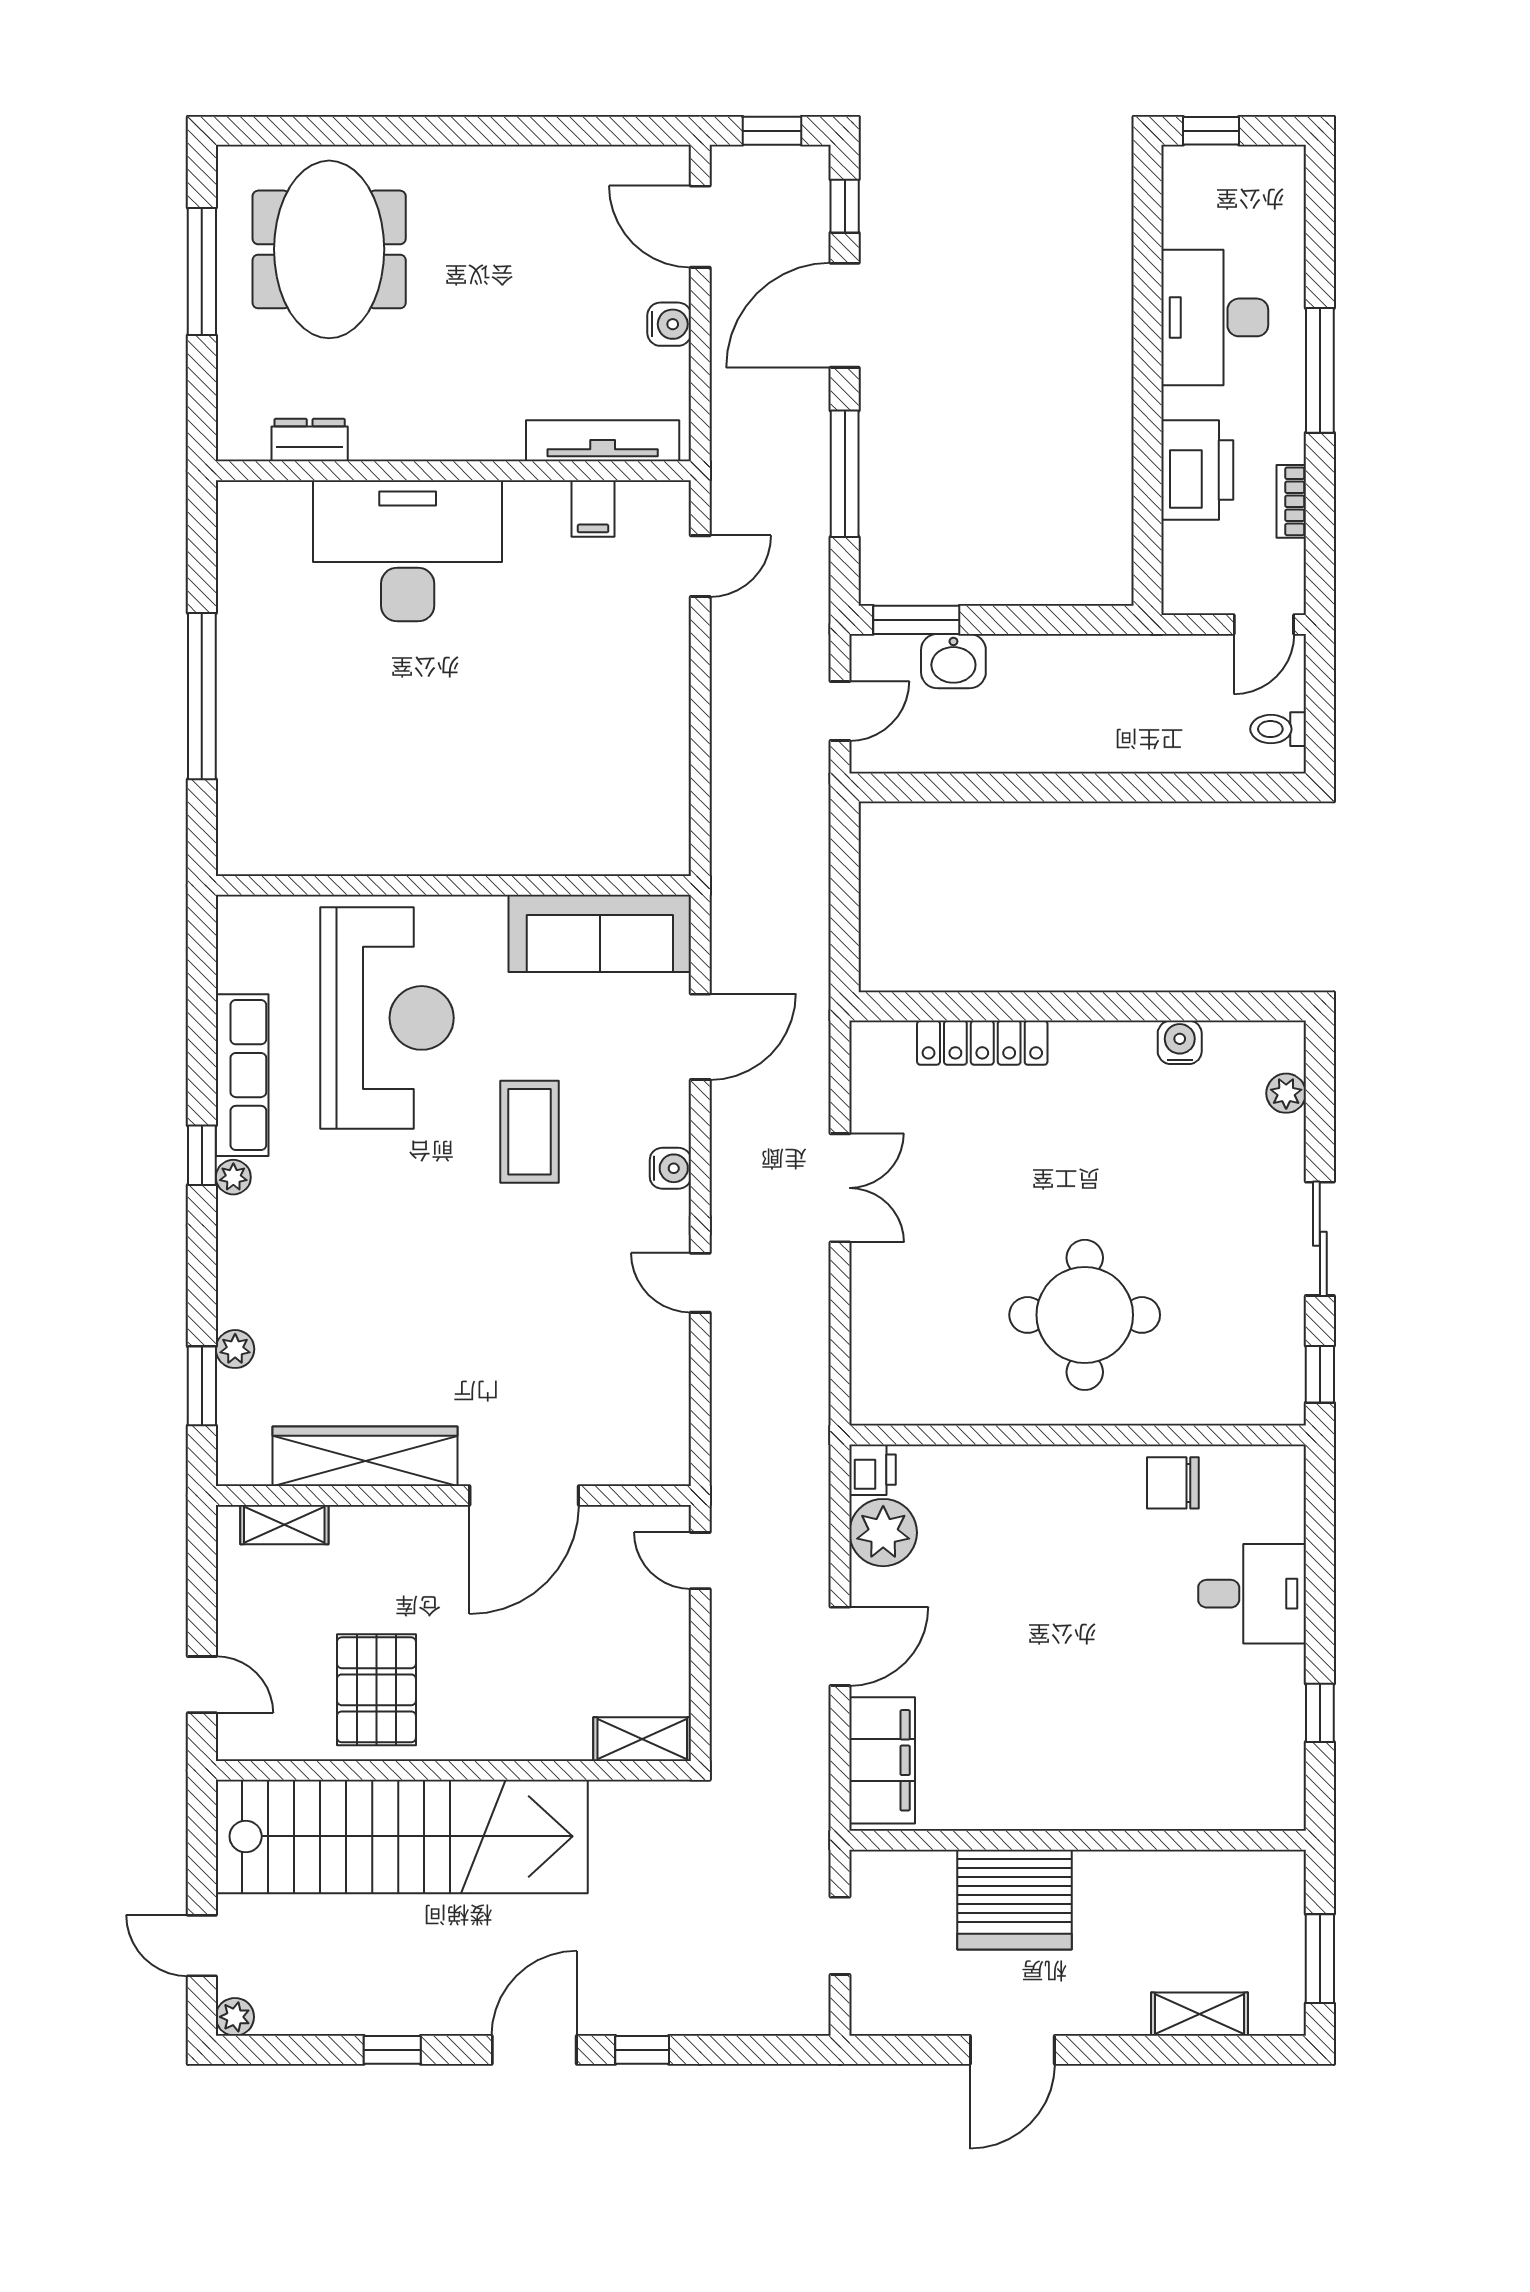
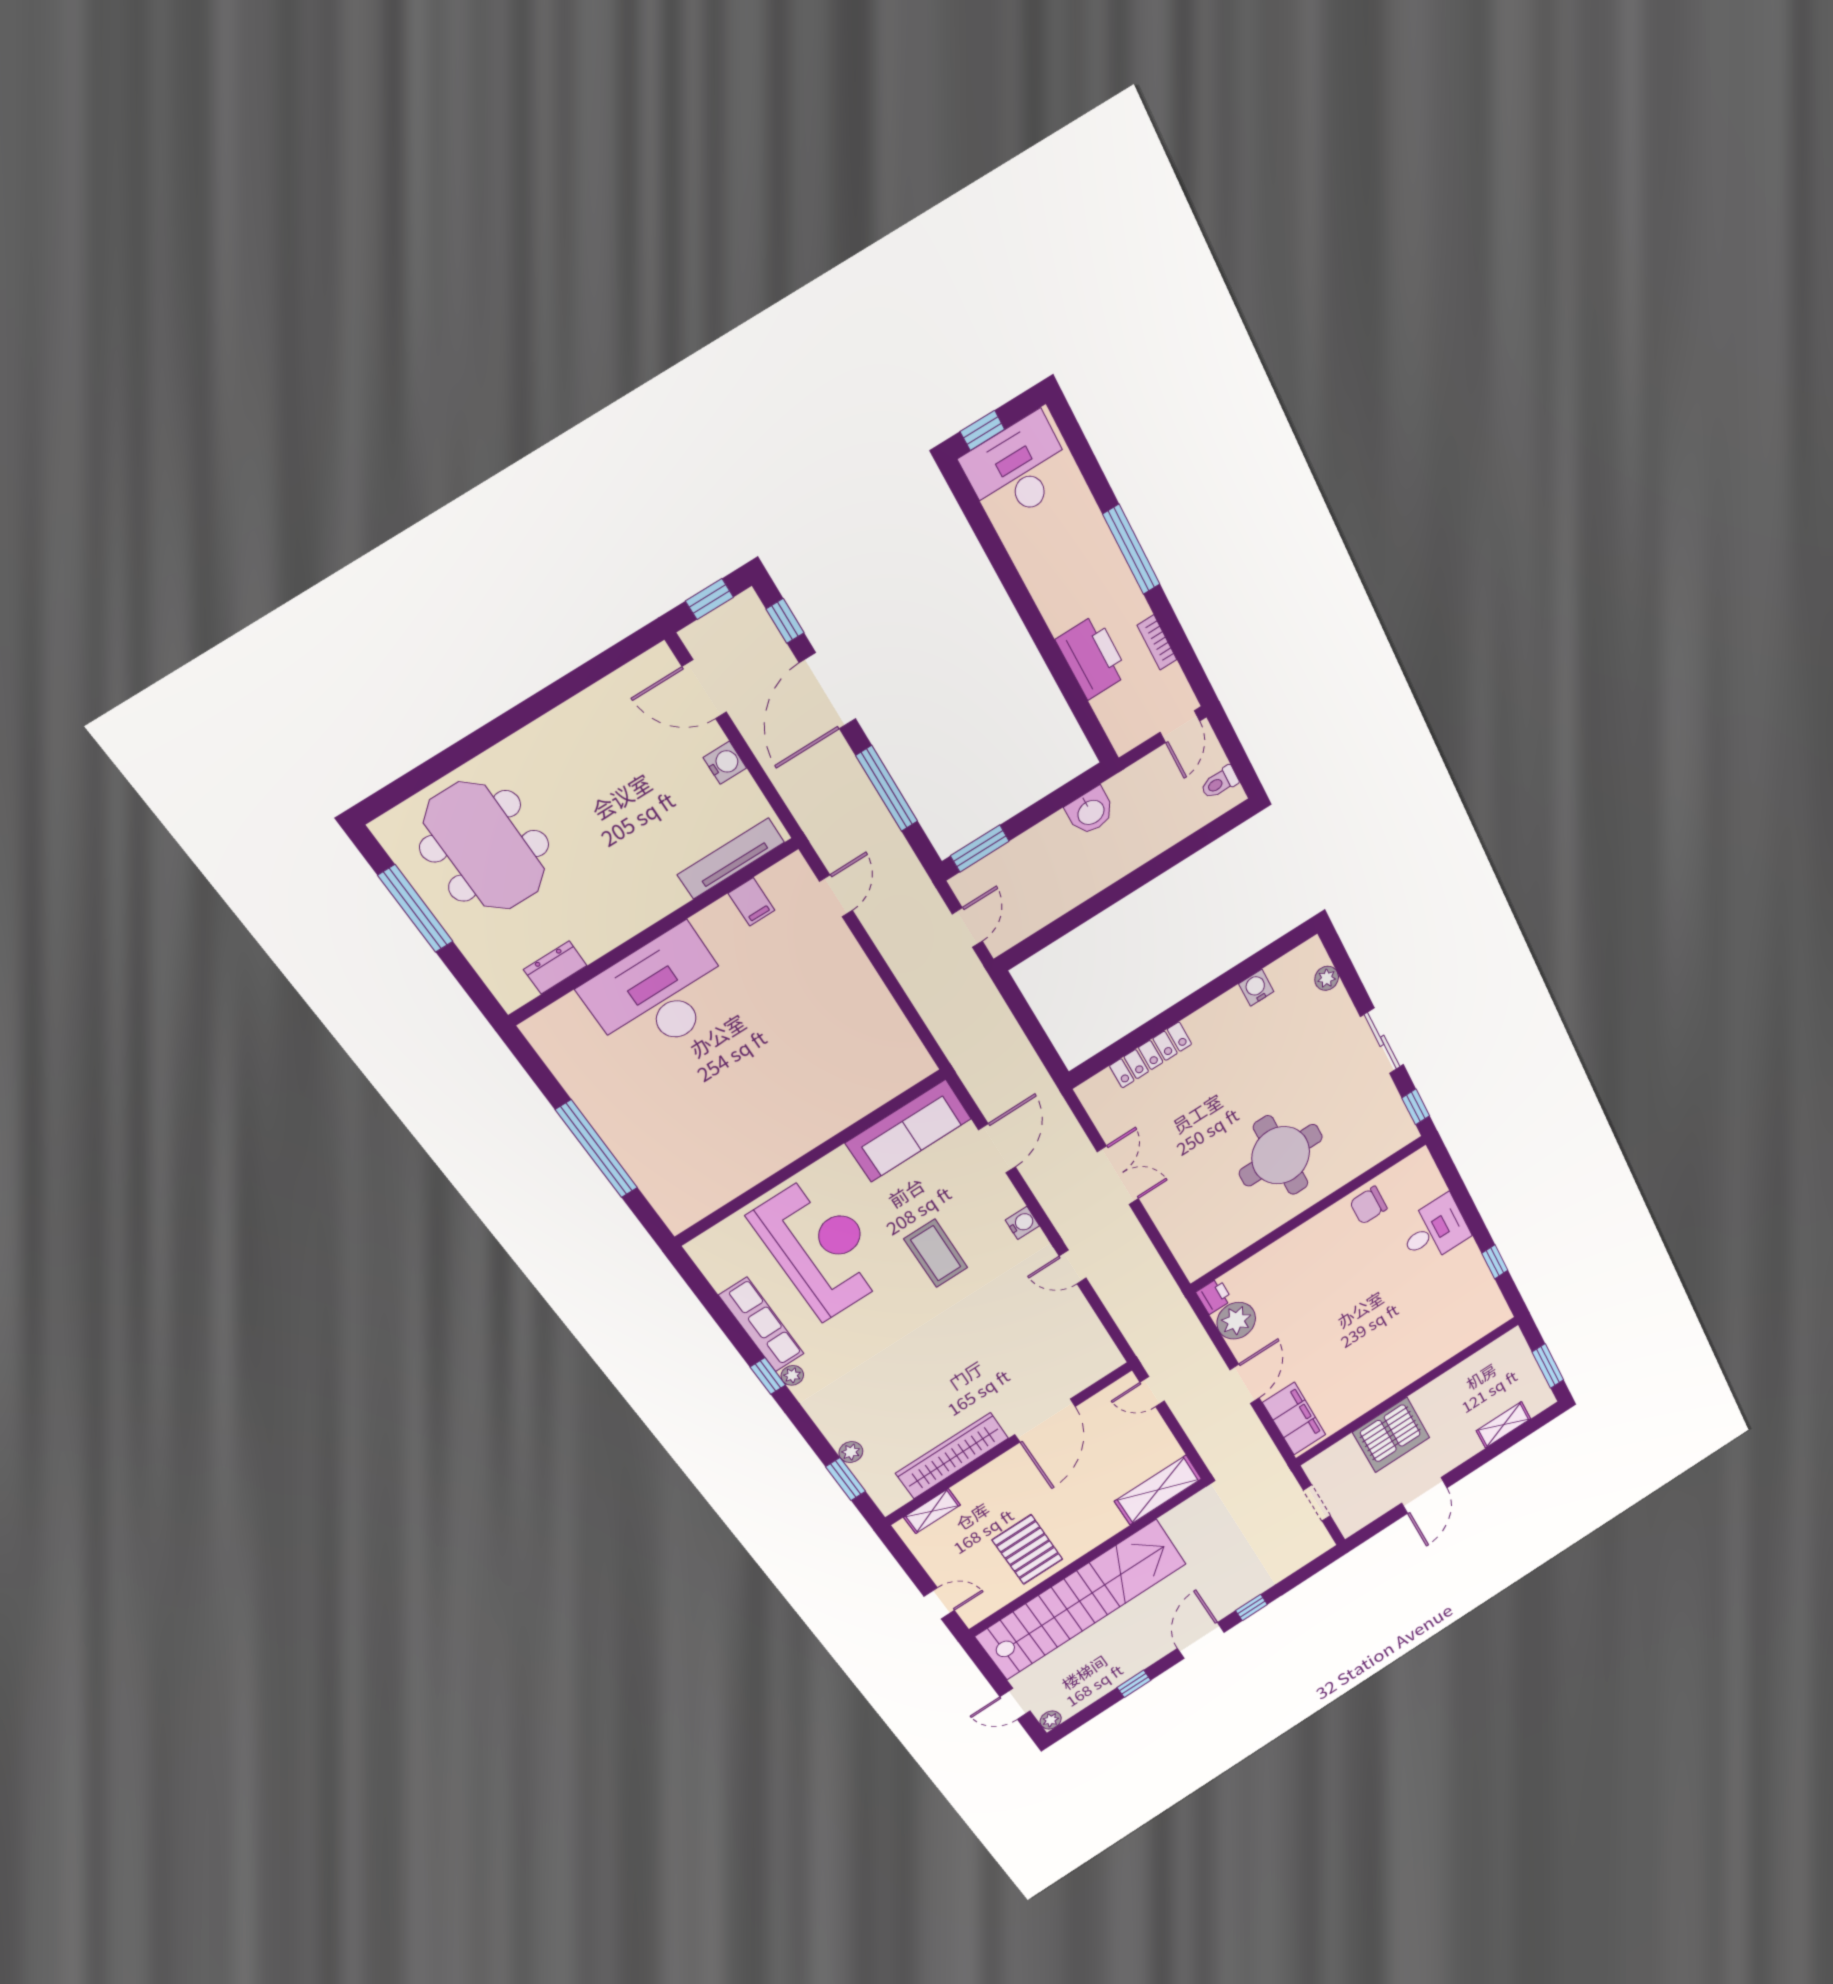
desk: (1215, 317) -> (1018, 469), moved, turned 90
washbasin: (953, 661) -> (1090, 811), moved
shelving: (642, 1739) -> (1158, 1490), width x1.50, depth x1.33

